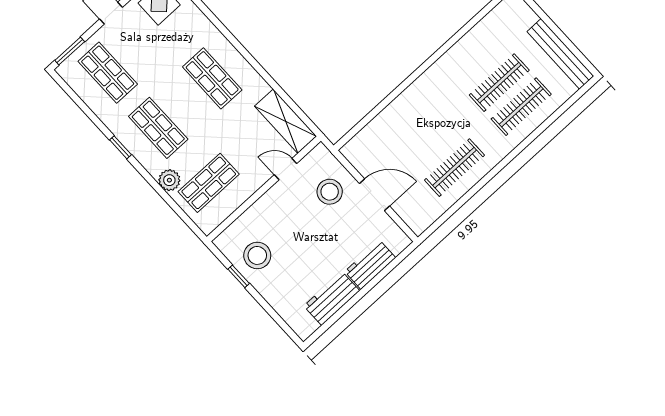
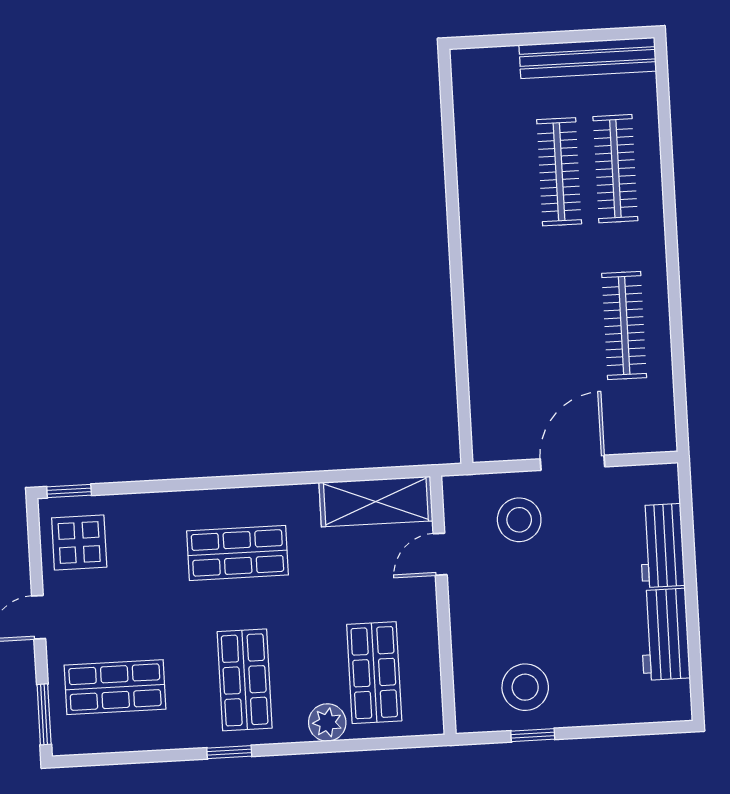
shop shelf: (158, 128) -> (245, 680), turned 90

